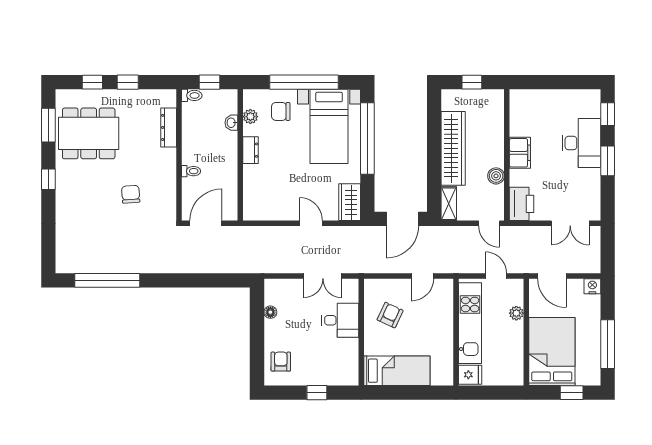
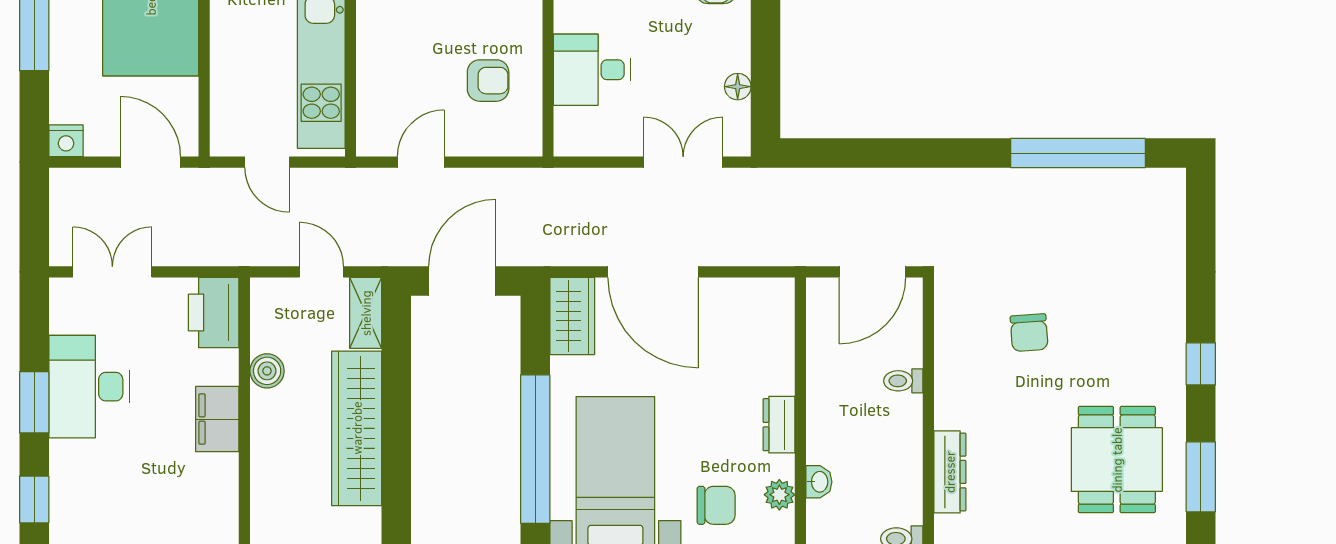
dining table: (89, 133) -> (1117, 460), width x0.73
desk: (581, 143) -> (89, 387), moved
door: (311, 223) -> (653, 272), width x1.87
door: (489, 223) -> (321, 272), moved
double door: (323, 276) -> (683, 162), moved
plant: (516, 313) -> (225, 85), removed
armchair: (390, 315) -> (488, 81), turned -115

